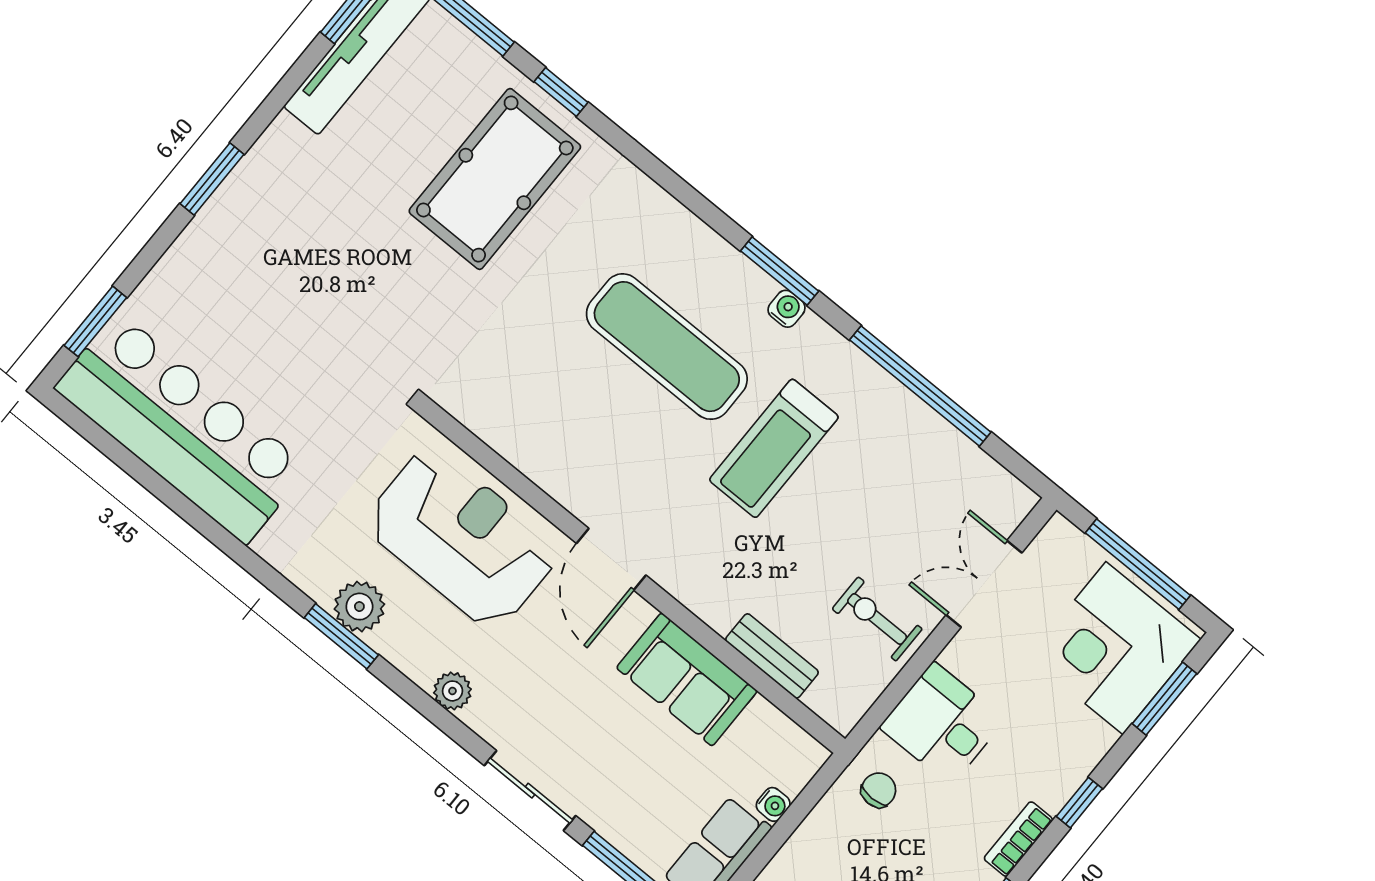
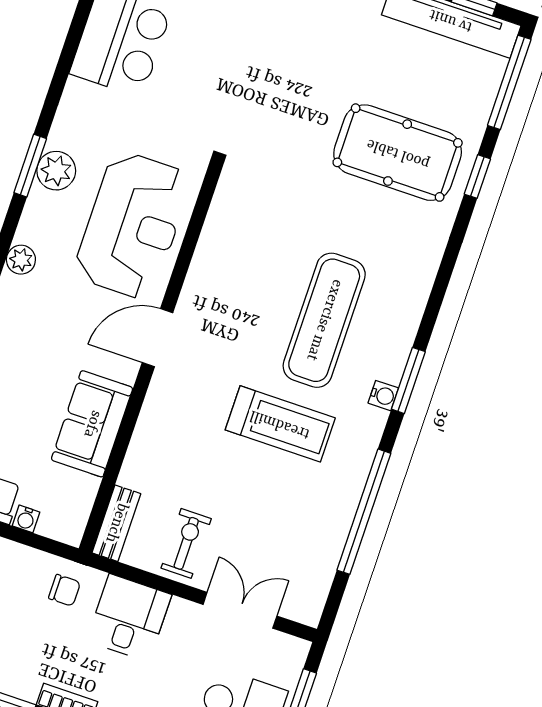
treadmill: (774, 448) -> (280, 424), turned 180
bench: (772, 656) -> (116, 523), moved

